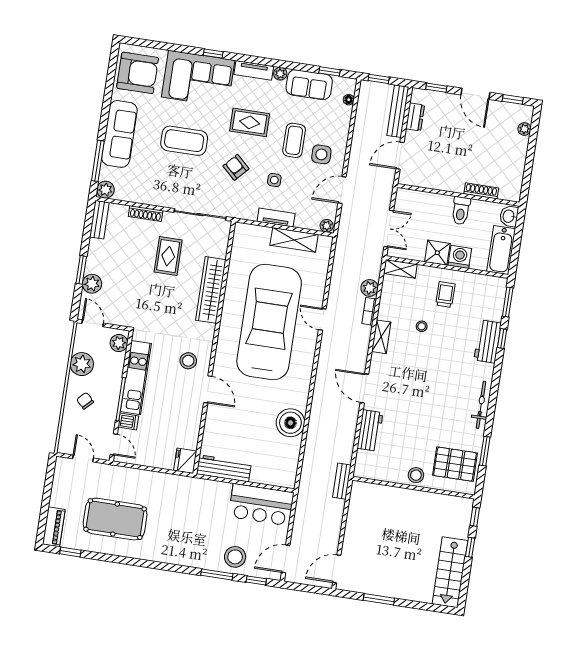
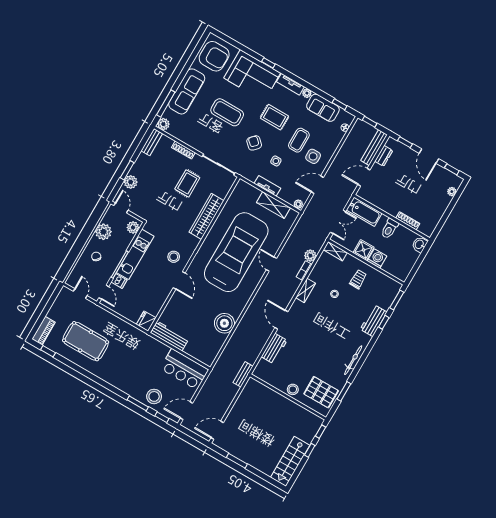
bathtub: (501, 250) -> (364, 212), moved, turned -90

